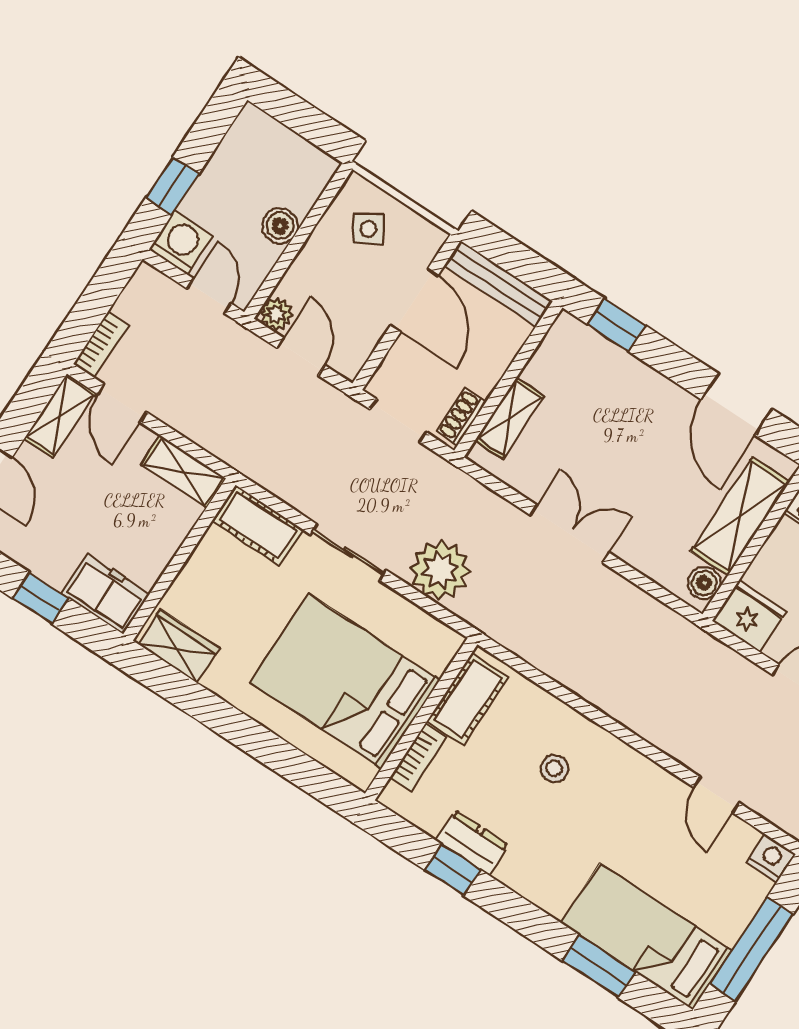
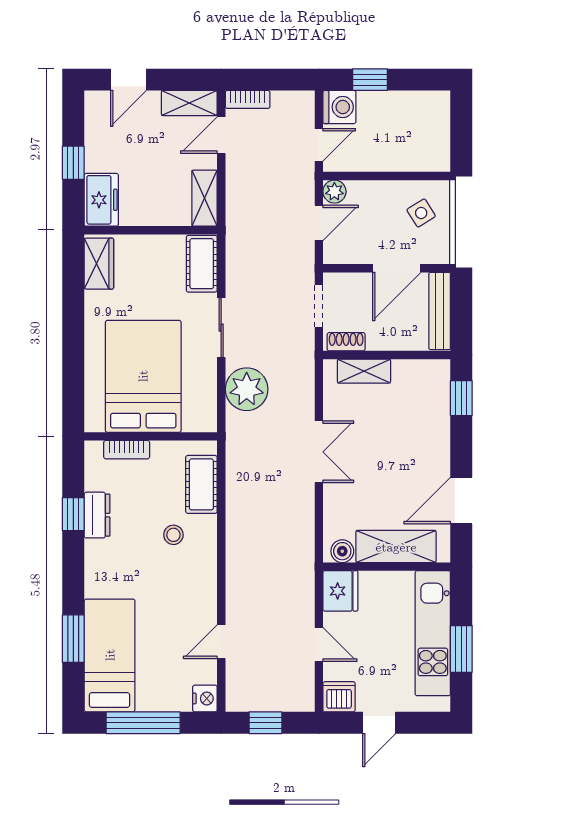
boiler: (280, 226) -> (389, 159), removed
cot: (468, 699) -> (201, 484), moved, turned 90

